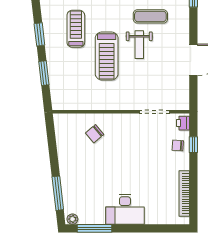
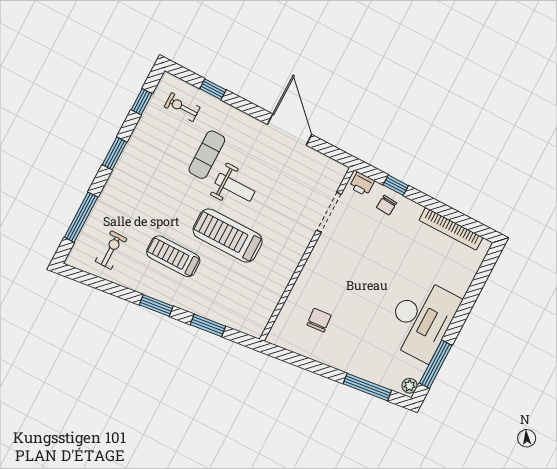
treadmill: (107, 56) -> (228, 236), turned 180
chair: (95, 134) -> (319, 320), moved, turned -145
desk: (125, 209) -> (422, 319), width x1.36, depth x1.30

